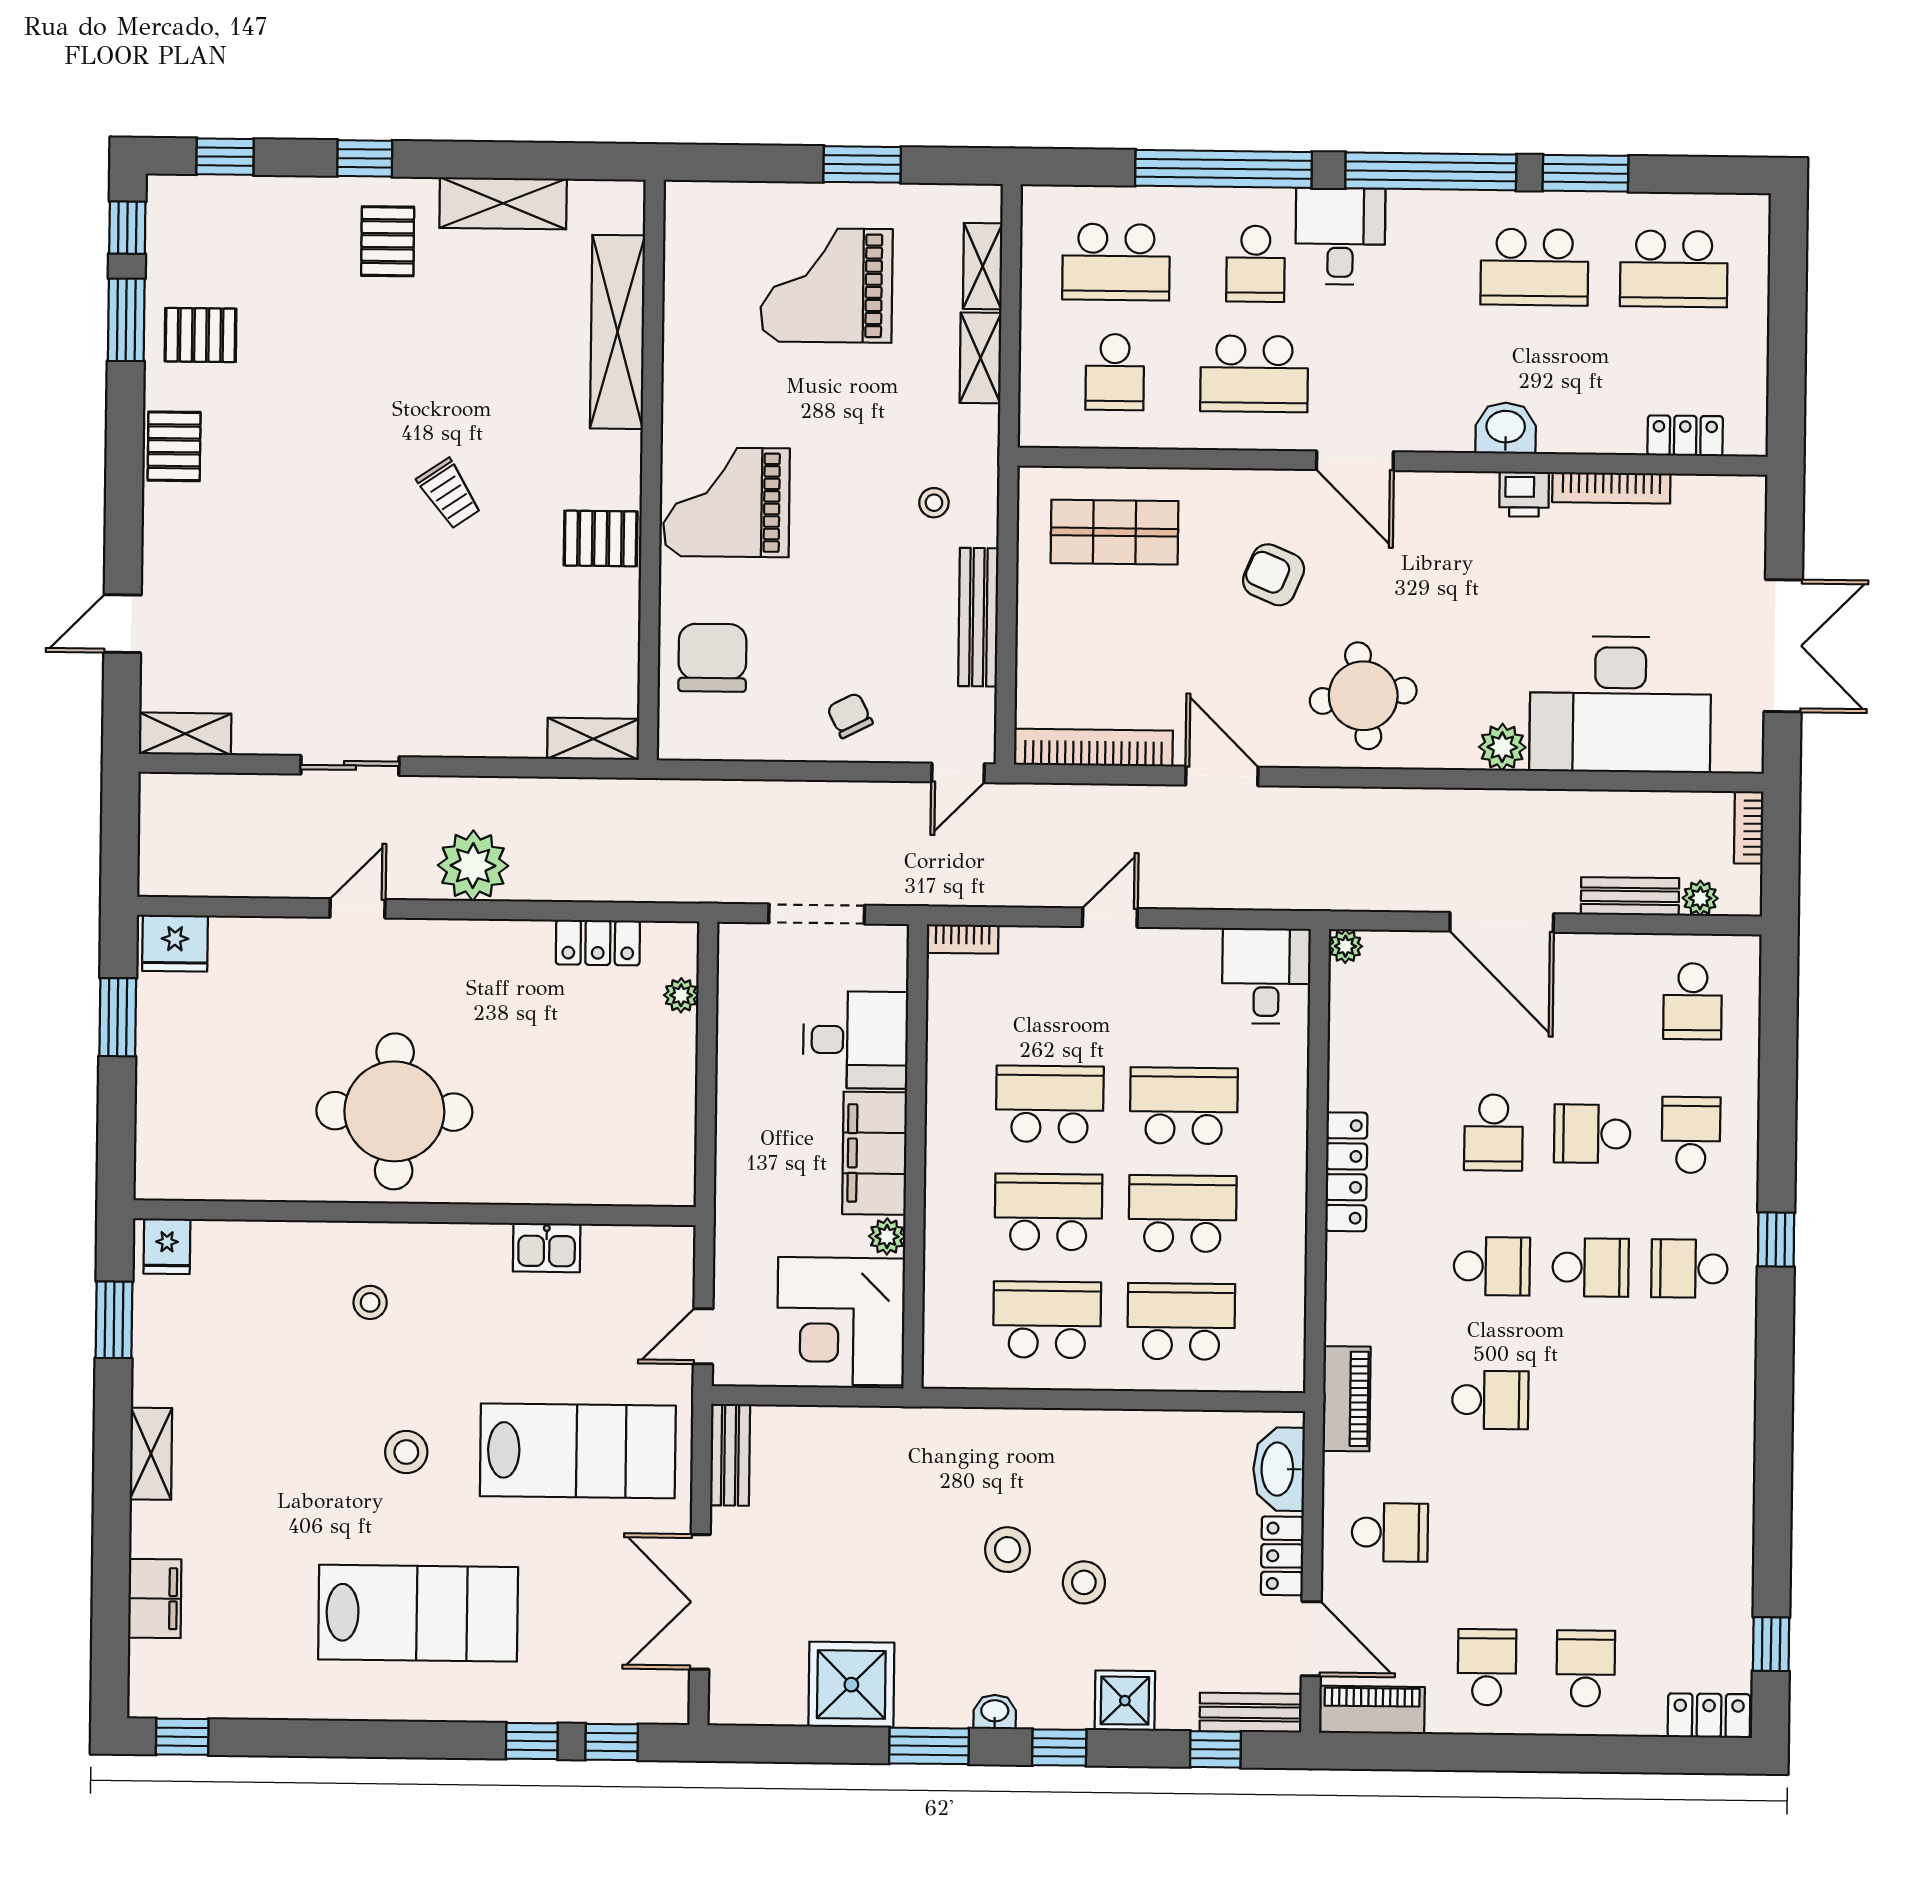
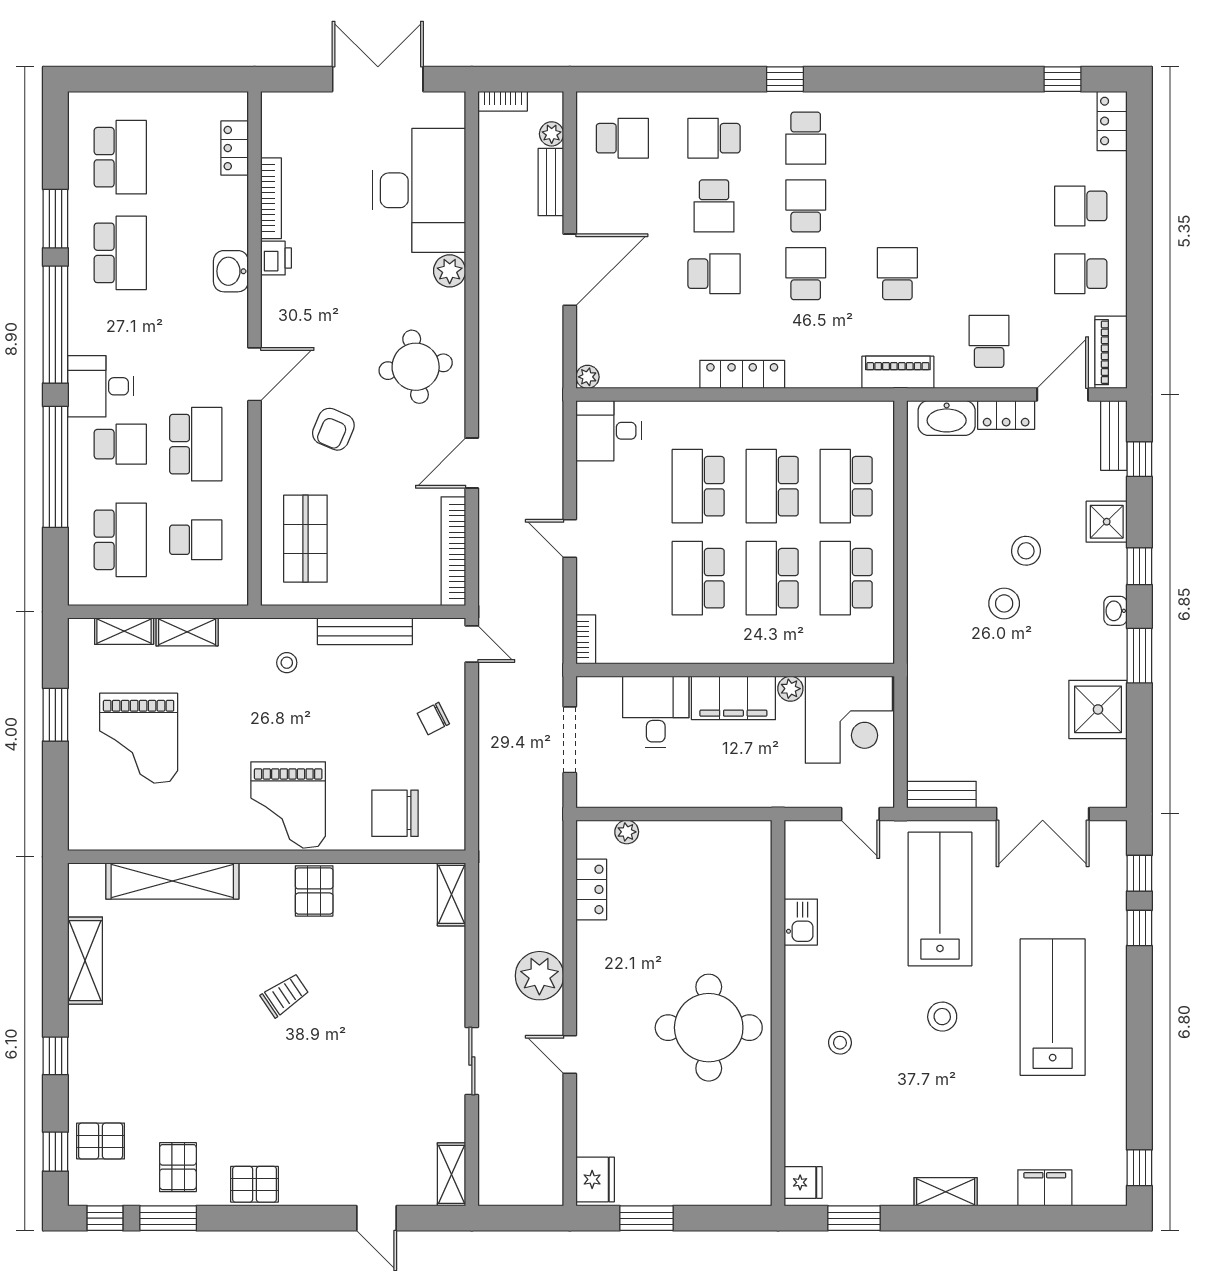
pallet: (388, 241) -> (101, 1141), moved

